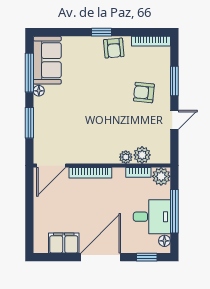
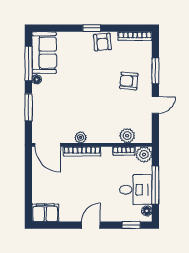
plant: (126, 157) -> (81, 137), moved
door: (51, 165) -> (48, 145), hinge flipped
filing cabinet: (64, 243) -> (45, 213), moved
door: (101, 257) -> (91, 225), width x0.53

